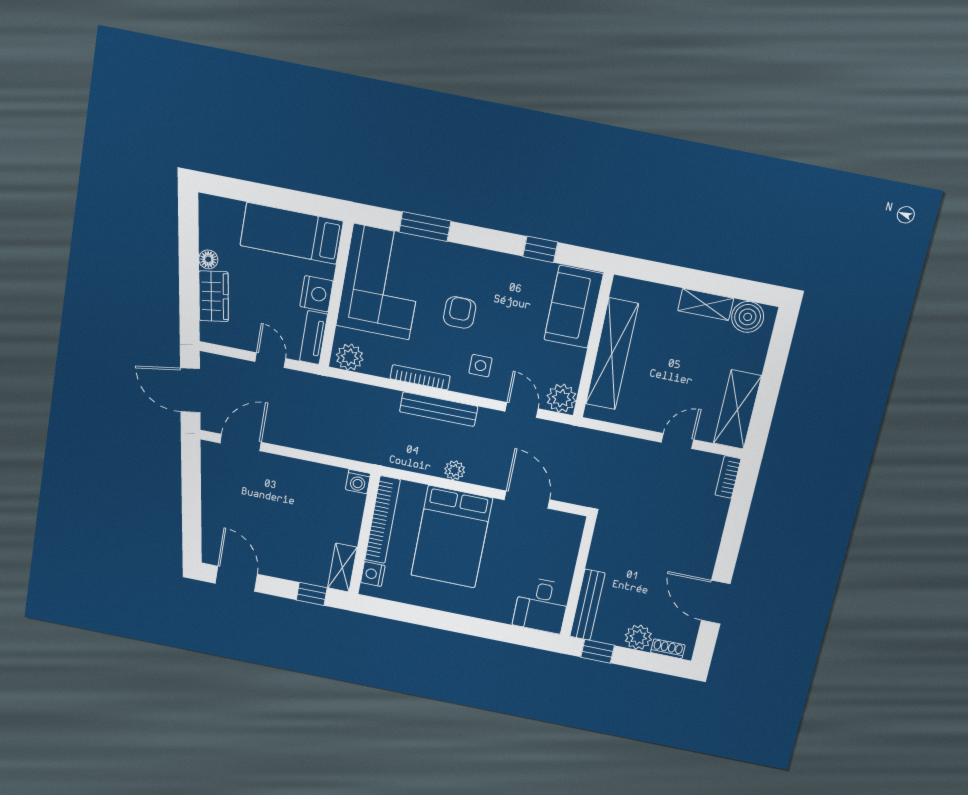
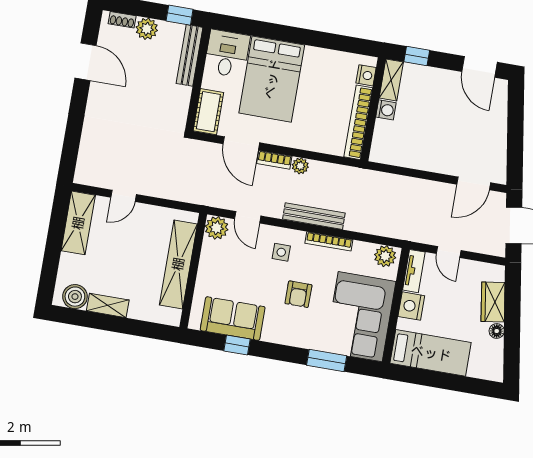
sofa: (574, 307) -> (233, 319), moved, turned -90
bookcase: (728, 477) -> (274, 160), moved, turned 90
washing machine: (358, 482) -> (386, 110), moved, turned 90
bed: (452, 537) -> (272, 79), moved, turned 180
cot: (567, 539) -> (208, 112), added

